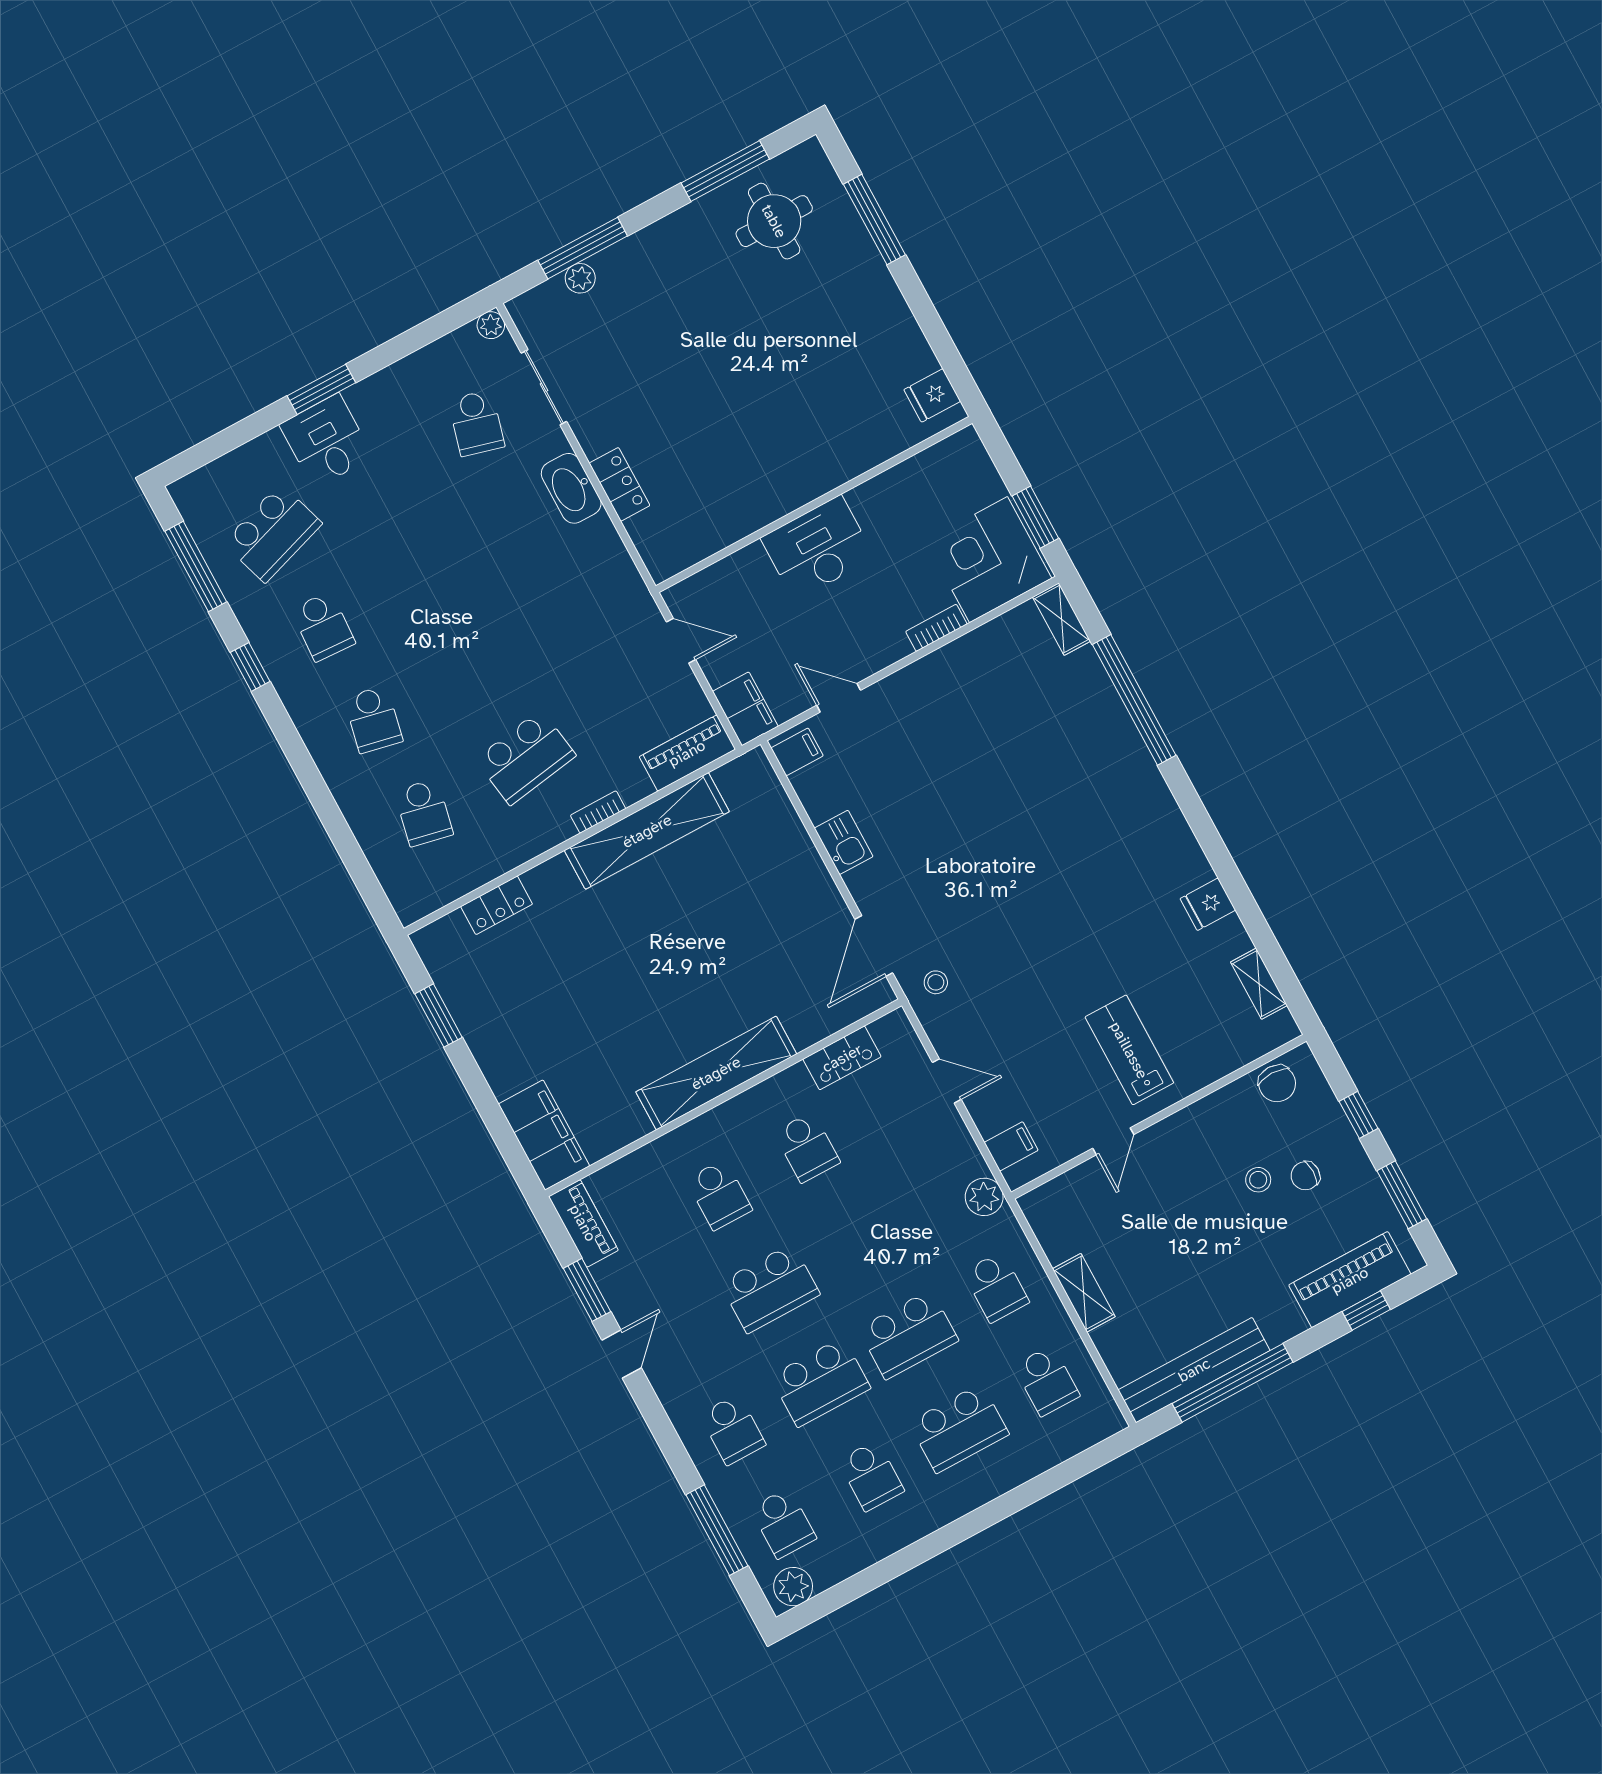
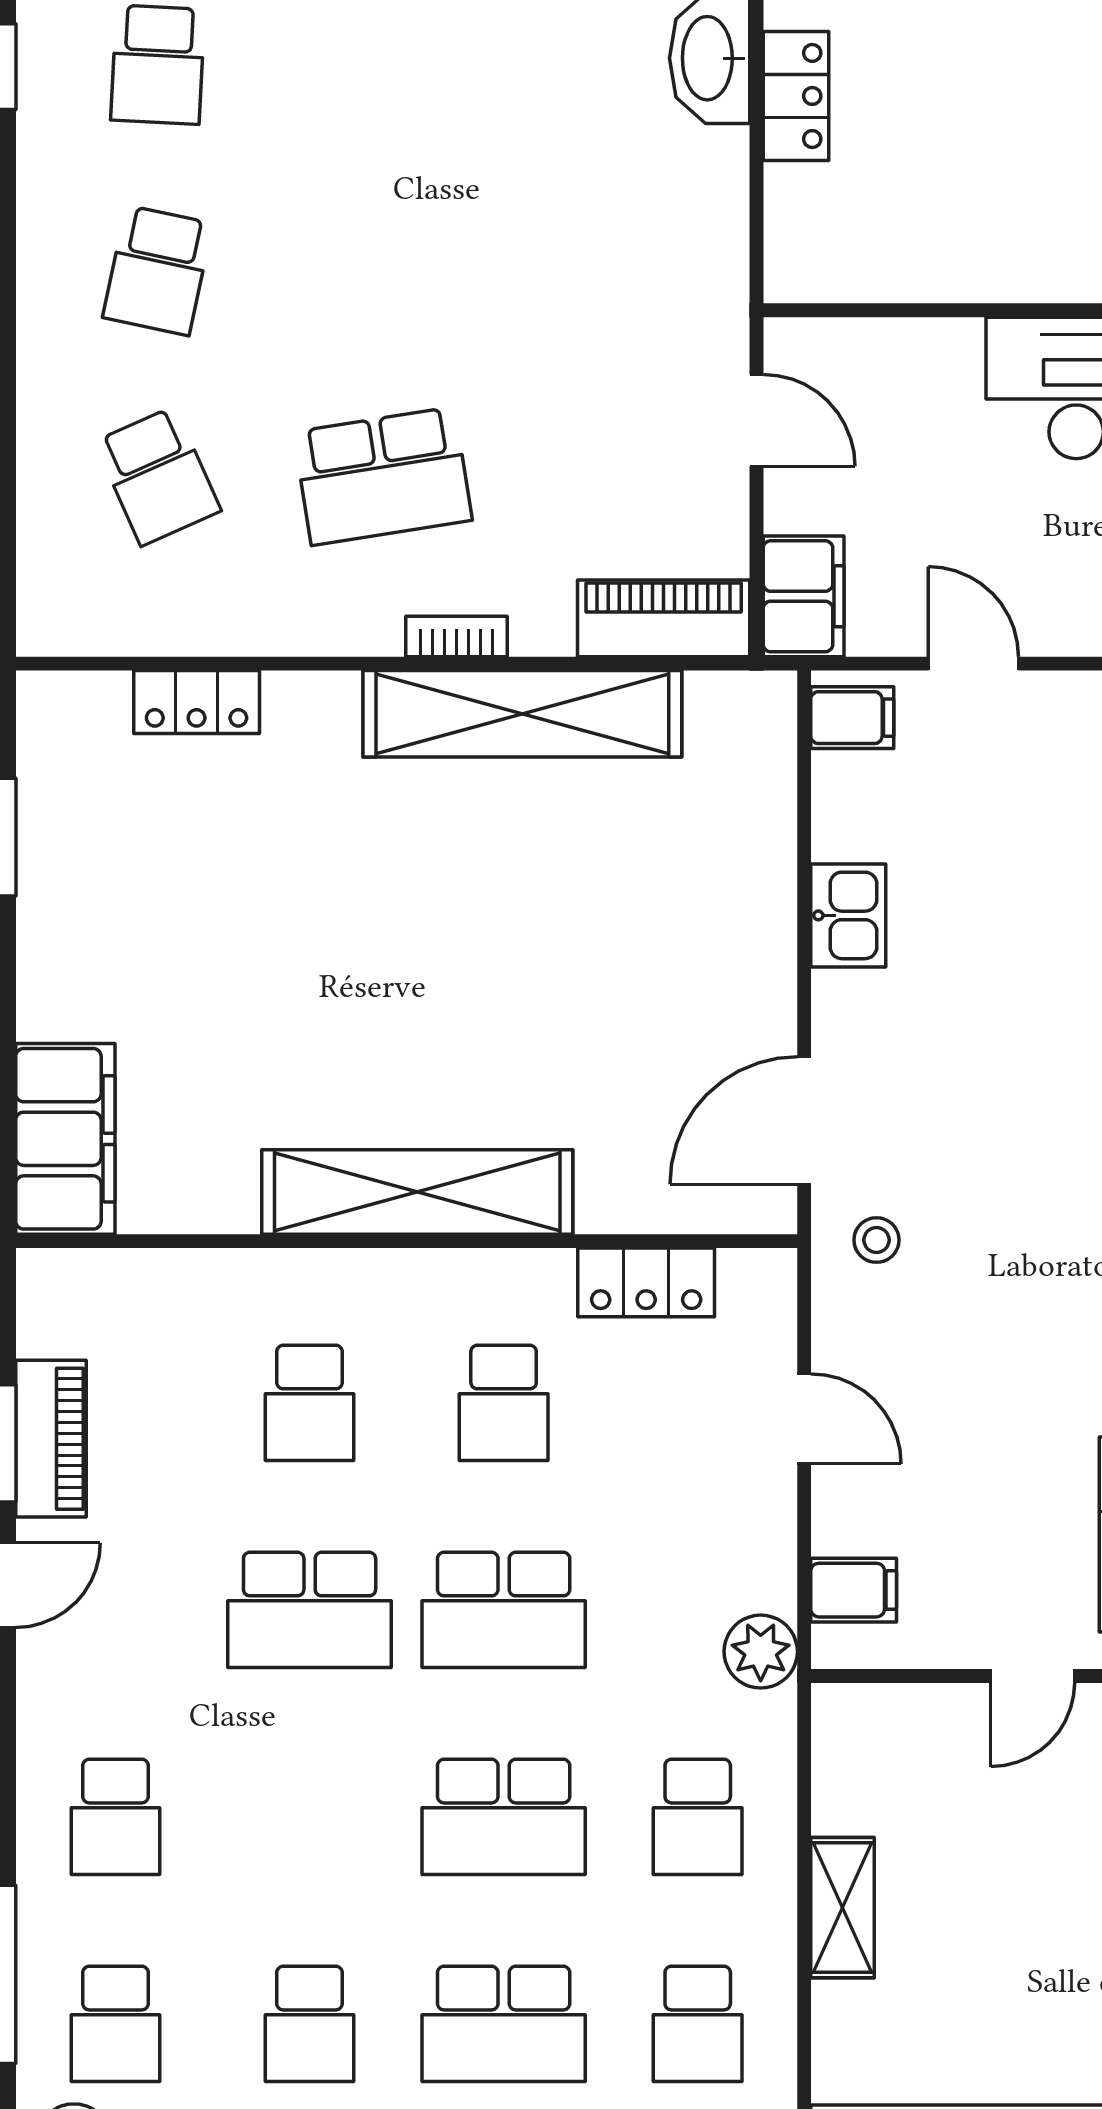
school desk: (424, 813) -> (158, 476), turned -36
piano: (583, 1223) -> (51, 1439), moved
school desk: (820, 1382) -> (504, 1610), moved

